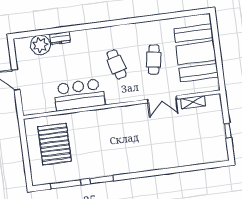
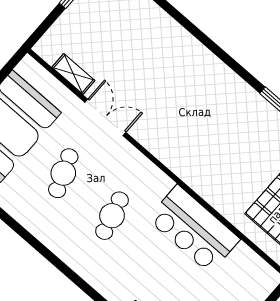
cafe table: (154, 60) -> (63, 173), turned -30

